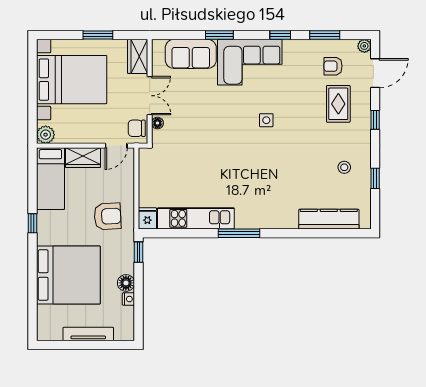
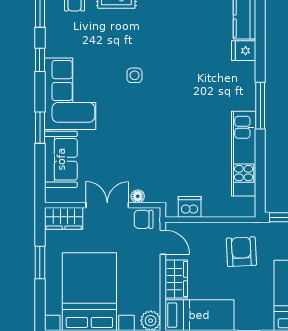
chair: (137, 128) -> (144, 219), turned 90
dishwasher: (148, 170) -> (190, 207), added
fridge: (147, 218) -> (244, 51), moved

